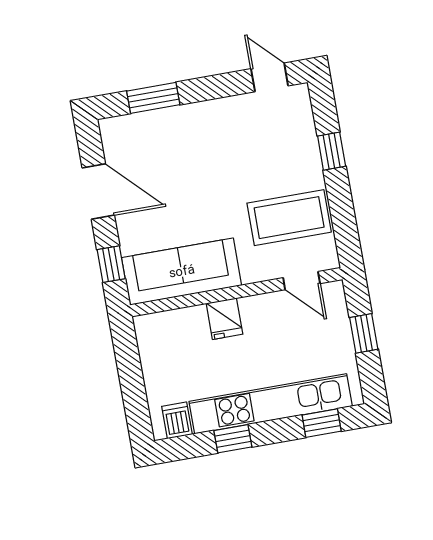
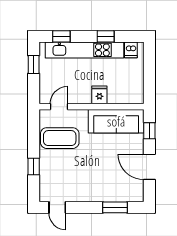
door: (302, 281) -> (59, 107), hinge flipped
window: (364, 333) -> (34, 64), moved

